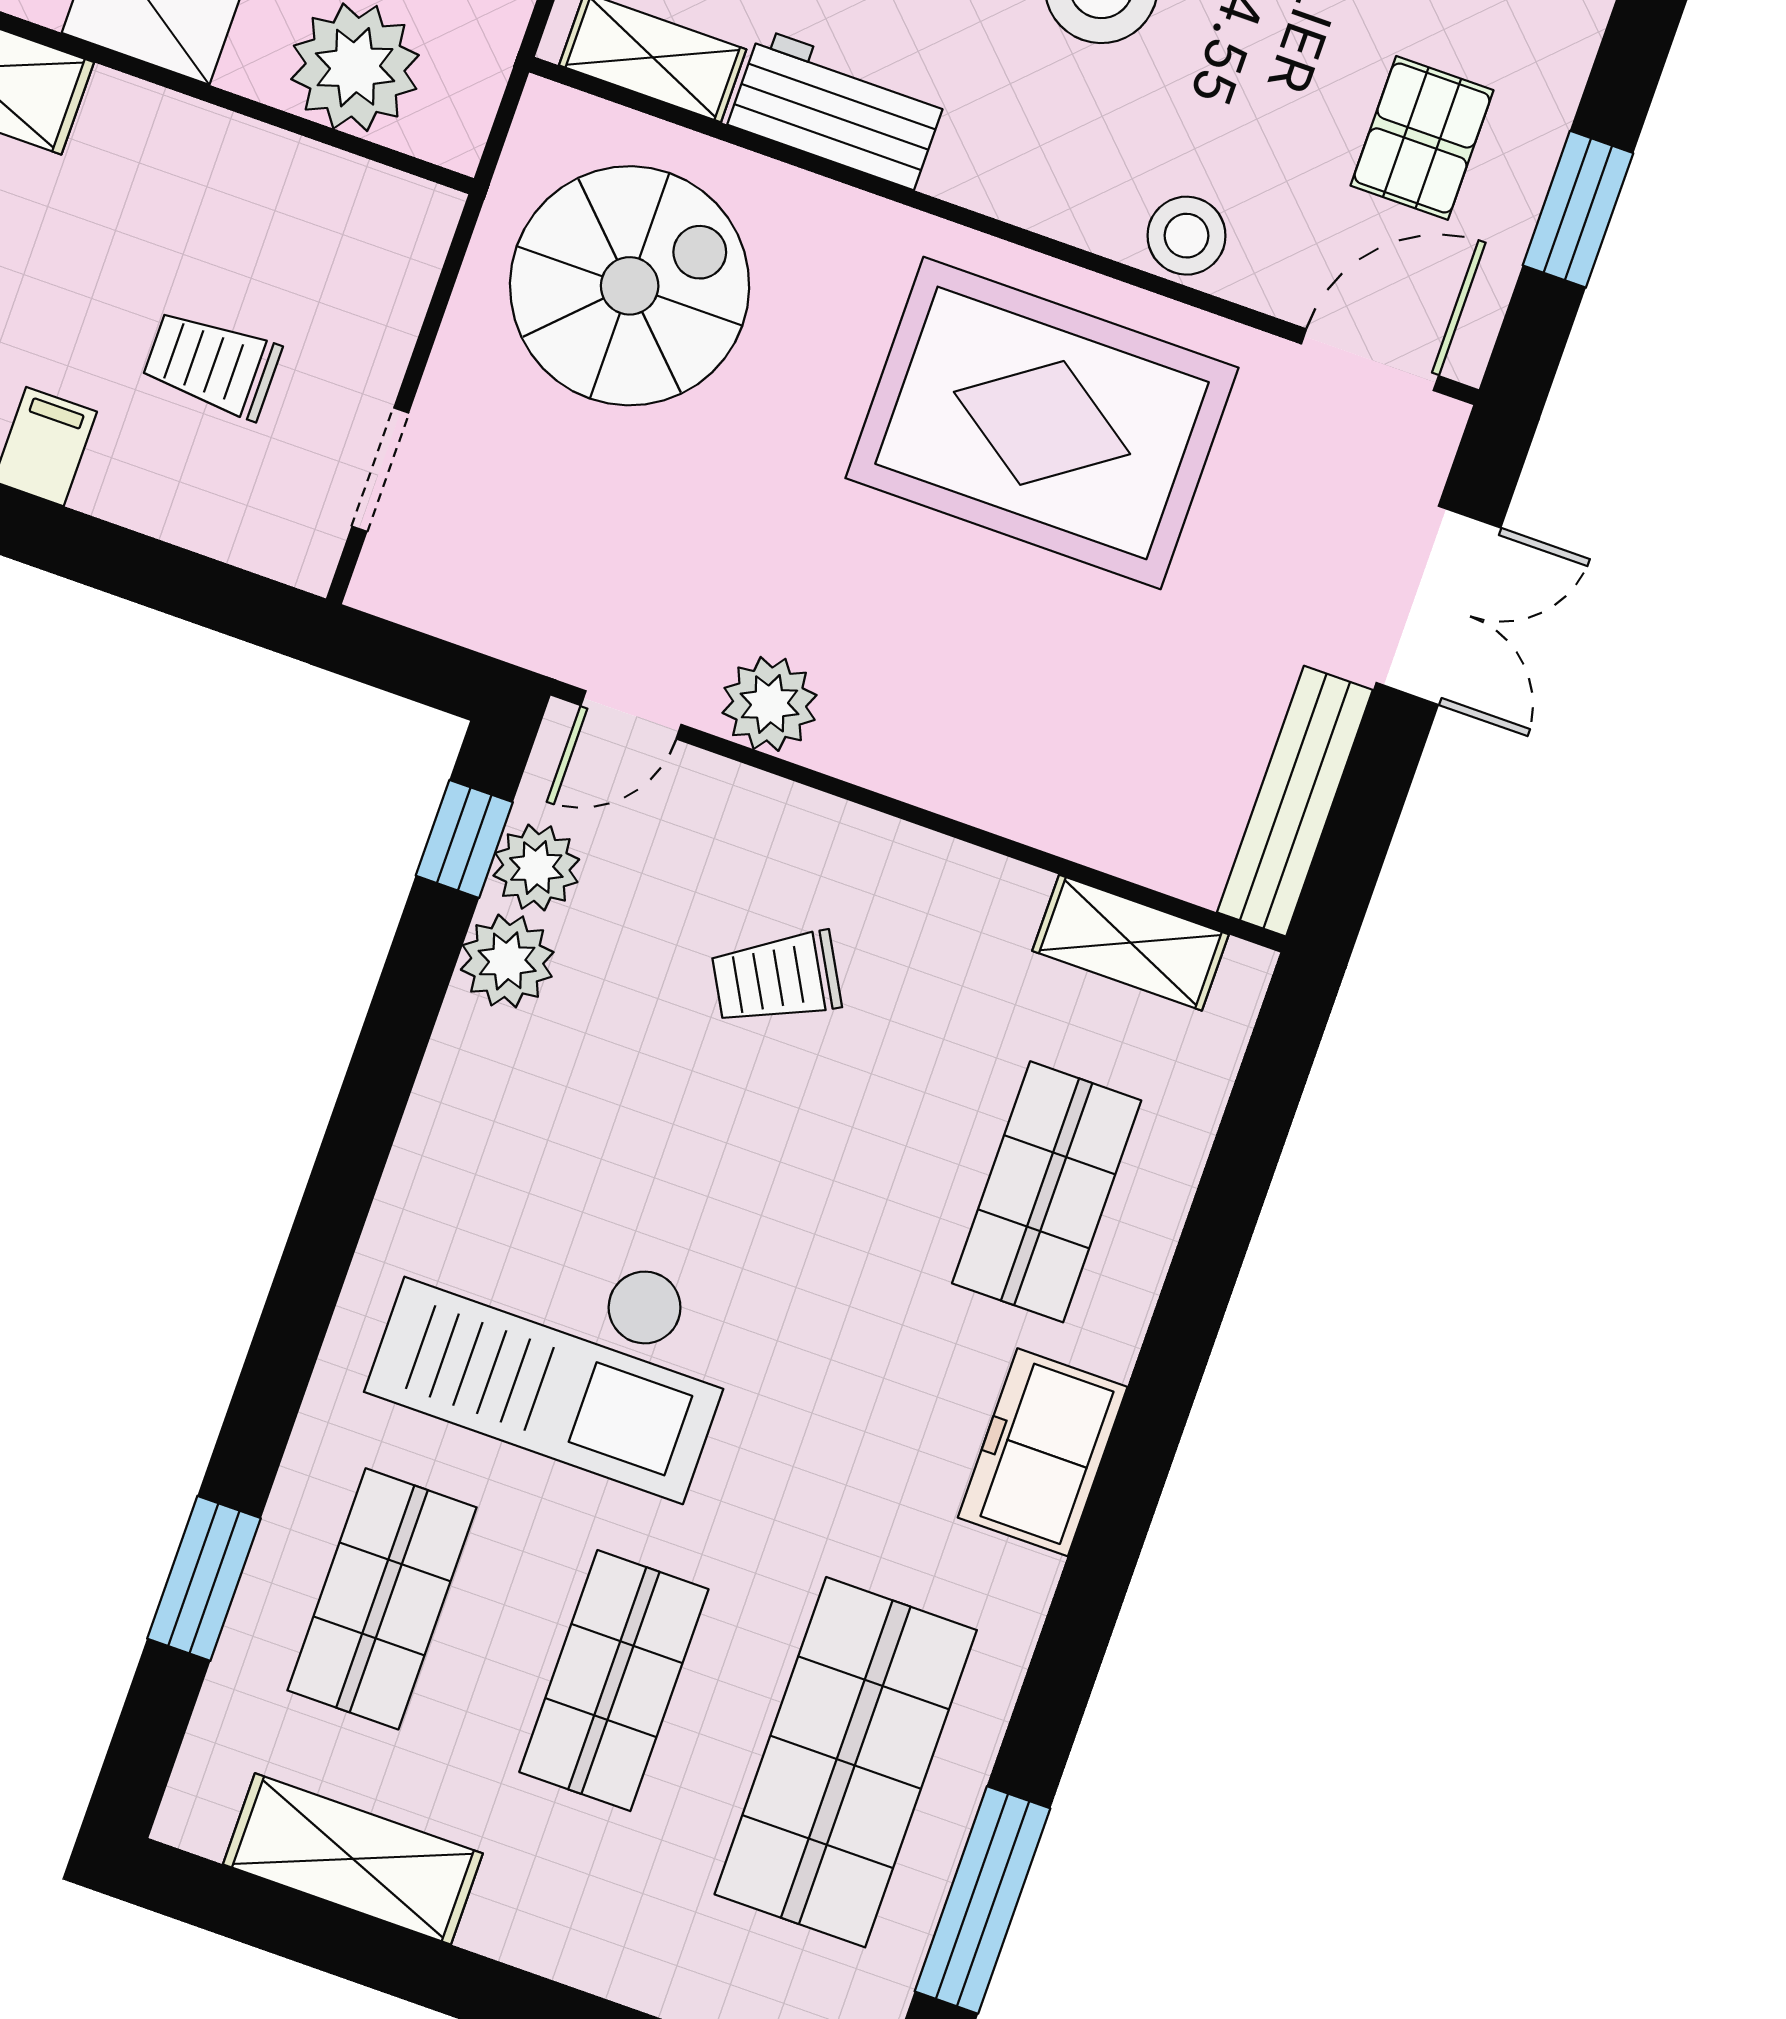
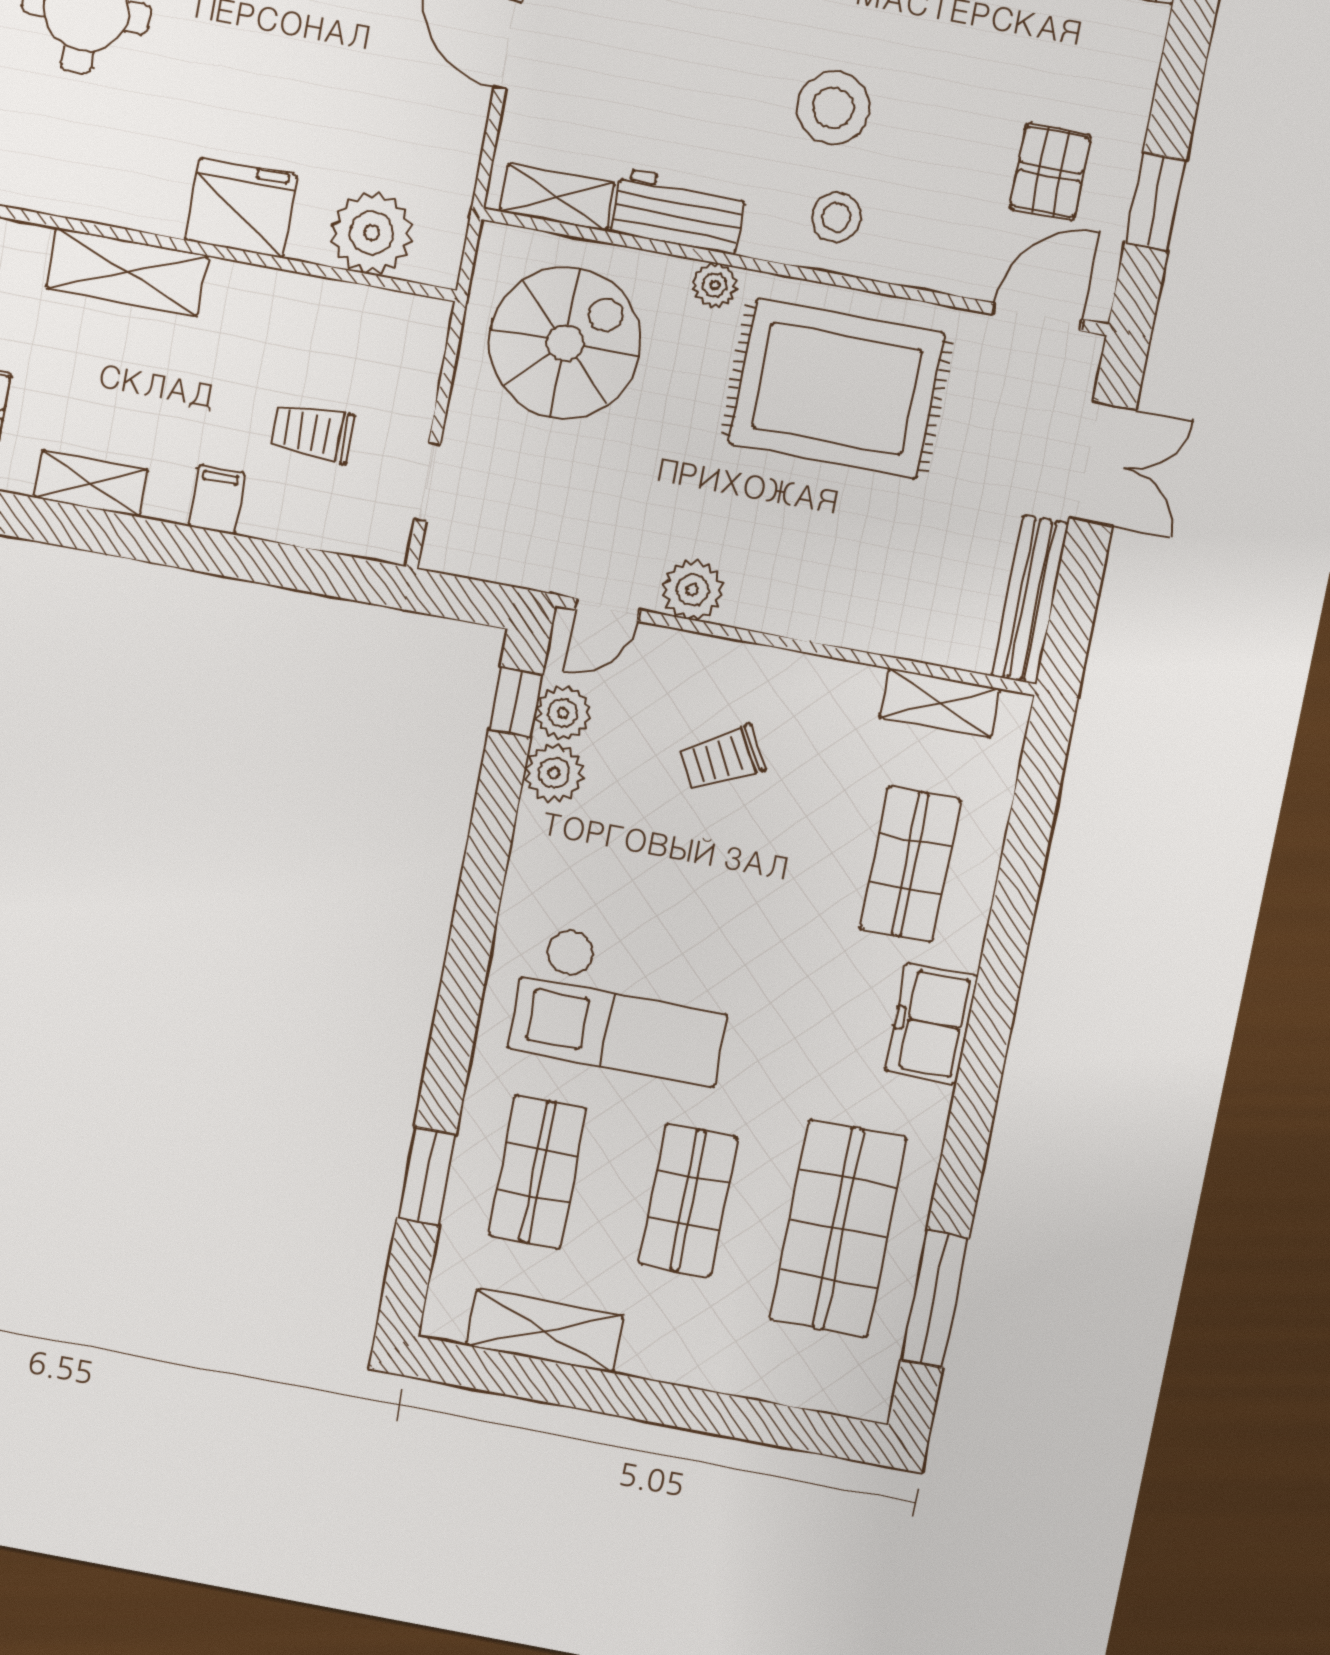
plant: (877, 232) -> (715, 285), added
stool: (1187, 236) -> (836, 217), moved

